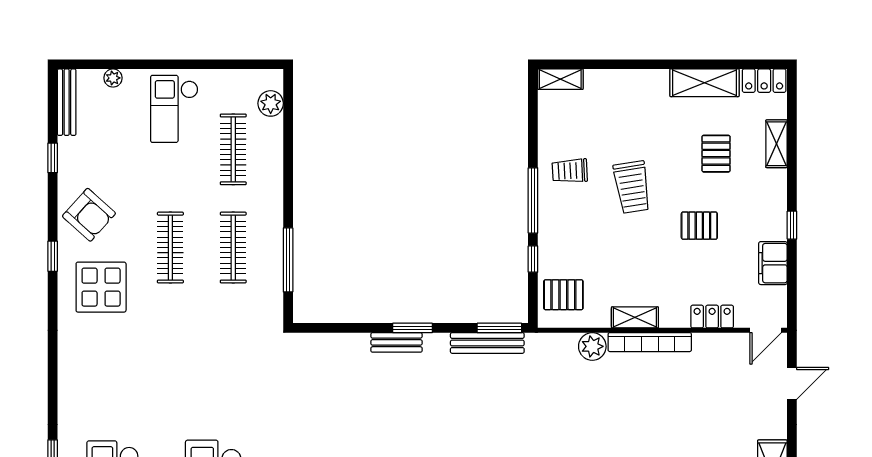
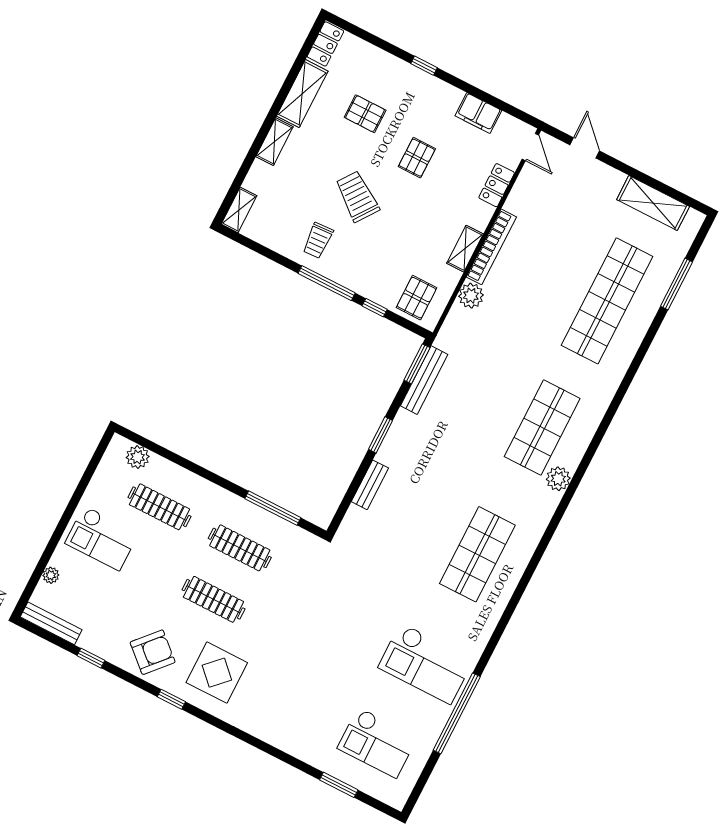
shelving: (776, 144) -> (274, 142), moved, turned 90
trolley: (632, 187) -> (357, 196), turned -135
window: (792, 225) -> (424, 66), moved
bench: (396, 342) -> (370, 485), moved

